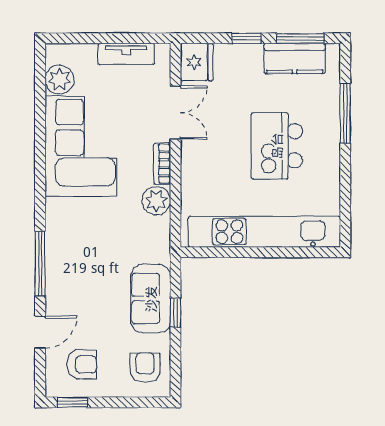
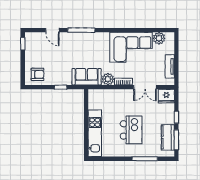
kitchen island: (277, 146) -> (131, 130), turned 90
kitchen unit: (264, 232) -> (95, 133), width x0.73
sofa: (151, 299) -> (87, 77), moved
armchair: (82, 364) -> (39, 48), removed

